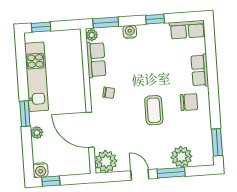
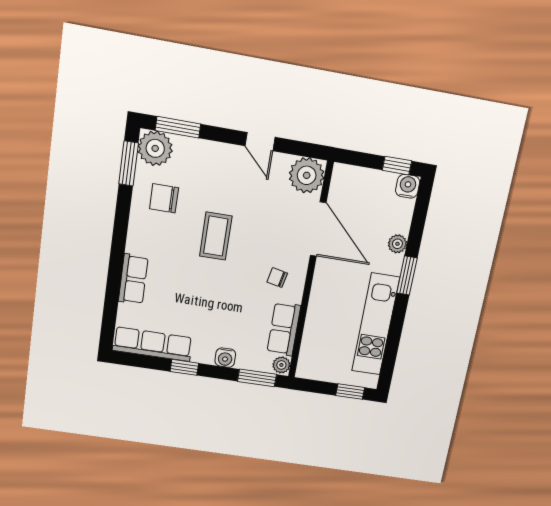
row of seats: (187, 30) -> (153, 344), width x1.48
chair: (189, 102) -> (164, 198), moved
plant: (181, 157) -> (155, 148), moved
window: (171, 173) -> (178, 127), moved

